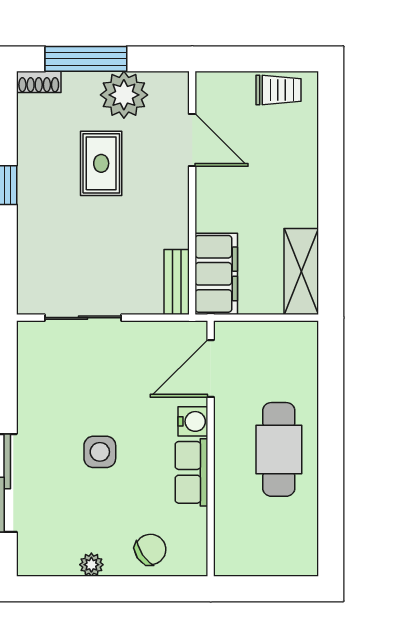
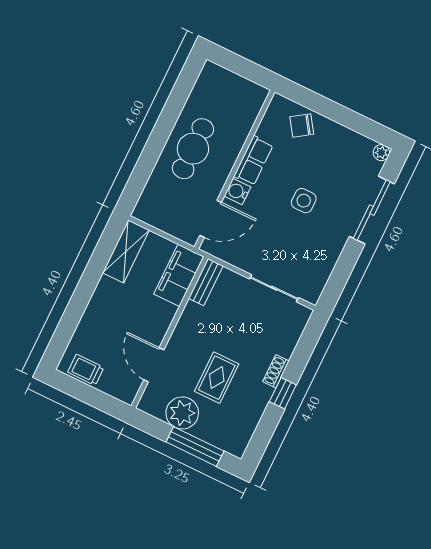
shoe rack: (39, 82) -> (276, 371), moved, turned -90
plant: (91, 565) -> (381, 153), moved

